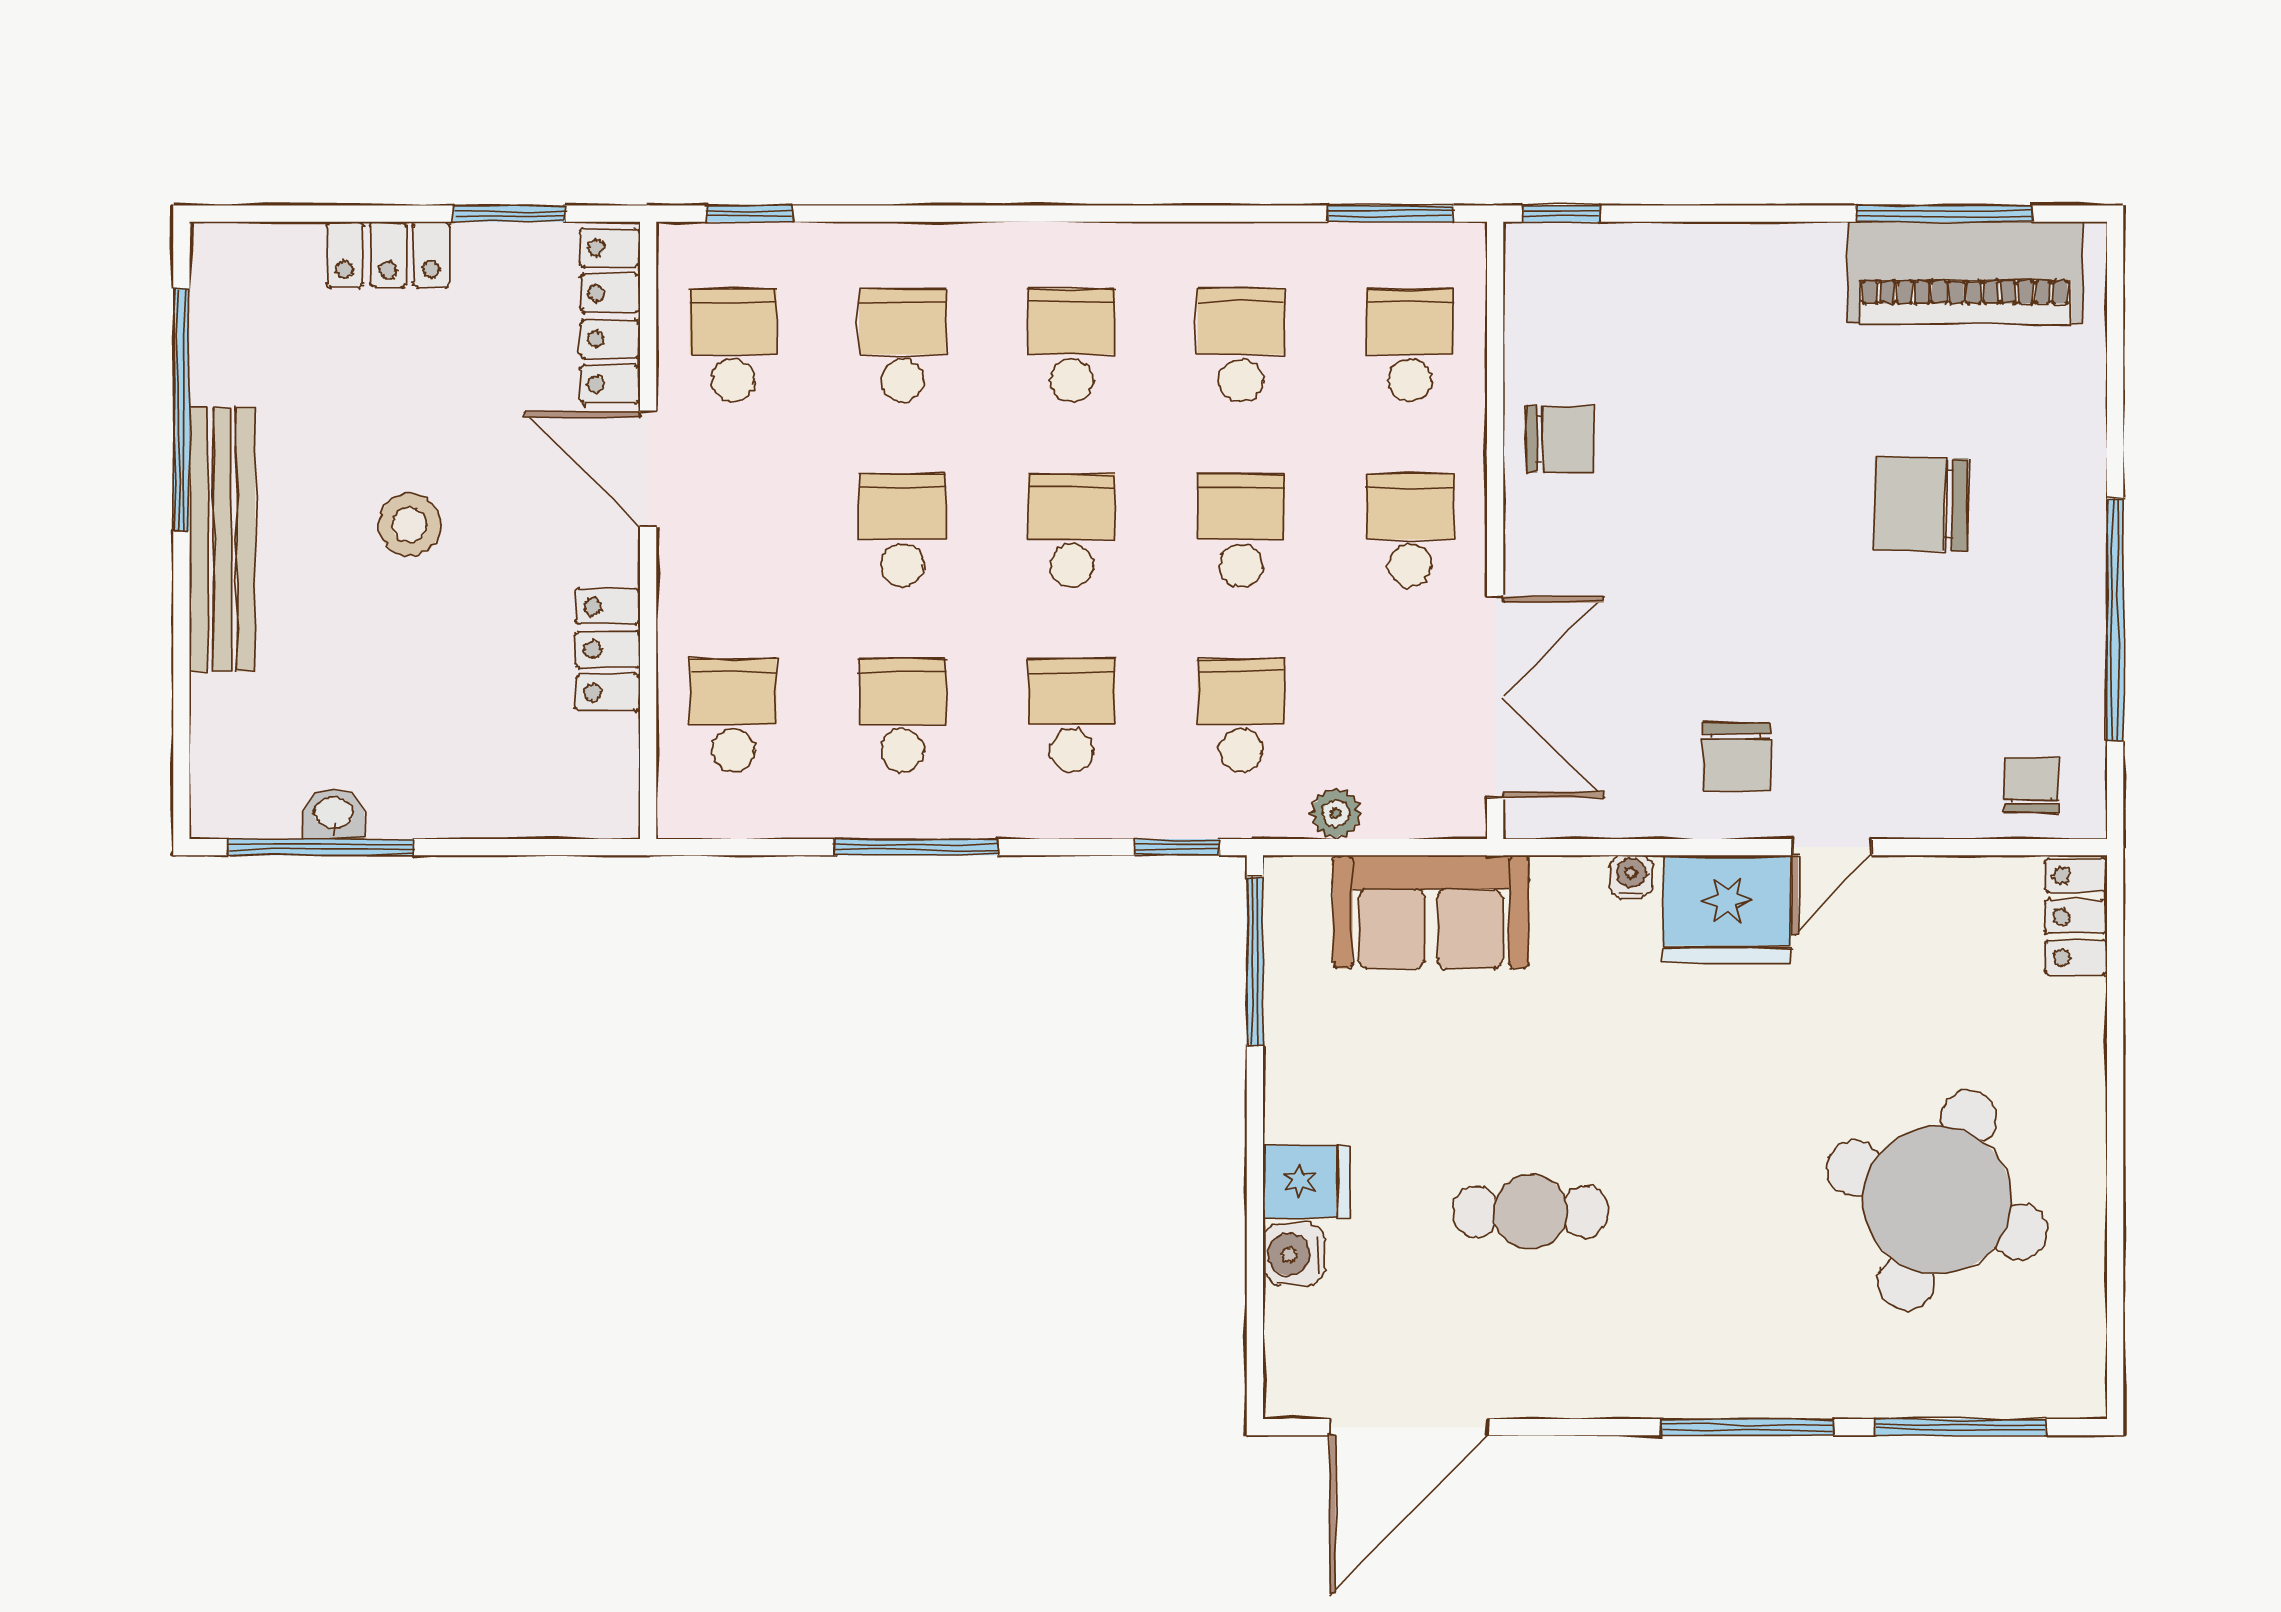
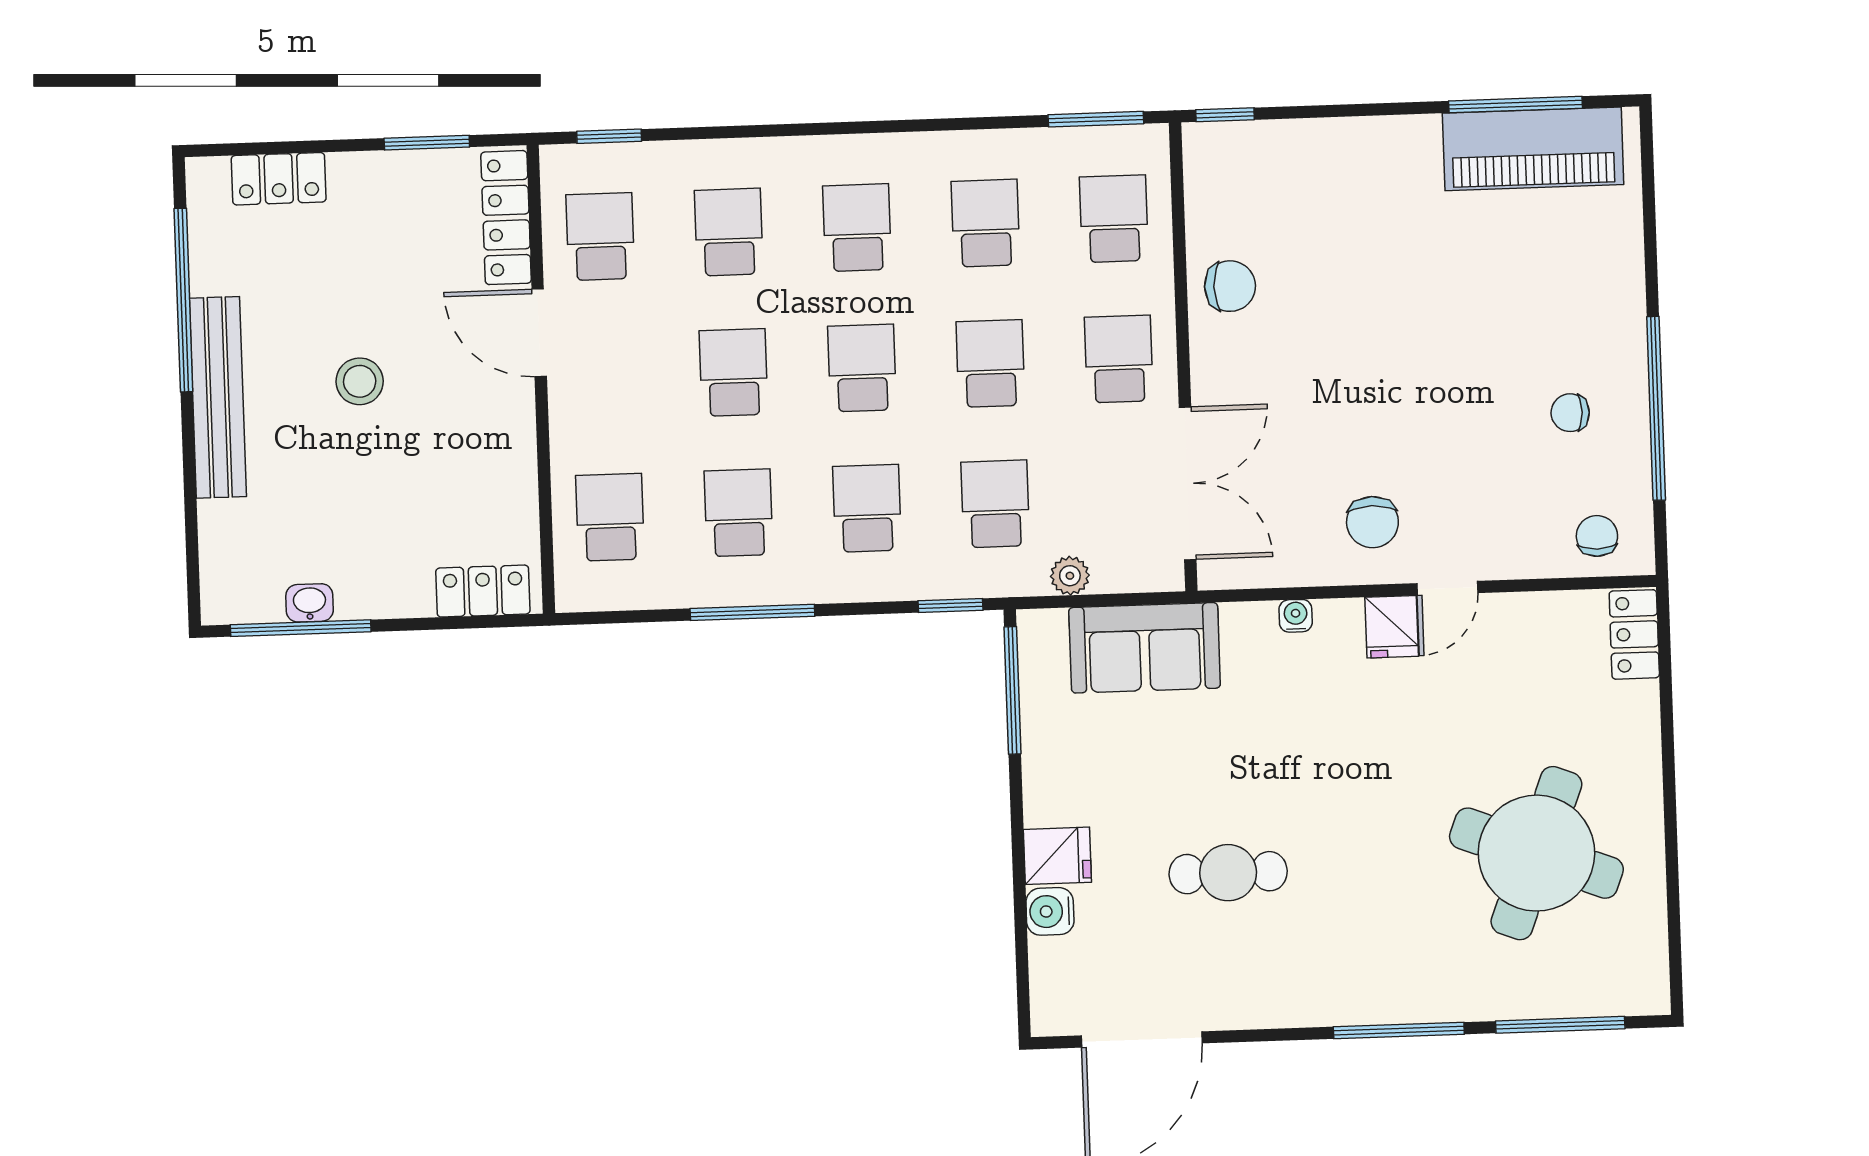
locker: (388, 254) -> (279, 179), moved
chair: (1921, 504) -> (1570, 413), moved, width x0.54, depth x0.54
locker: (608, 649) -> (483, 591), moved, turned 90
fridge: (1727, 909) -> (1392, 627), width x0.53, depth x0.75

